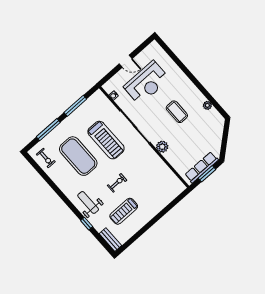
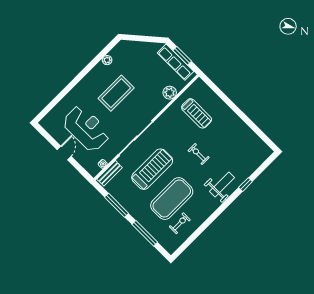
coffee table: (177, 112) -> (116, 93), width x1.36, depth x1.32
plant: (162, 147) -> (170, 93), moved
exercise bike: (46, 158) -> (180, 223), moved
weight bench: (88, 202) -> (222, 184), turned 180
treadmill: (124, 211) -> (197, 113), moved
bench: (110, 240) -> (110, 173), moved

